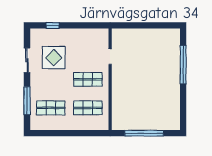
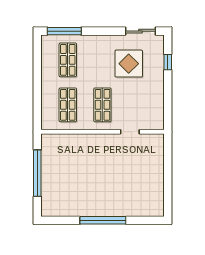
sliding door: (27, 60) -> (140, 31), moved
window: (183, 65) -> (103, 220), moved
window: (27, 101) -> (64, 31), moved

